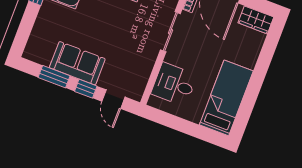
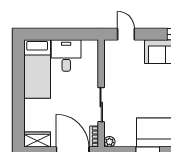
desk: (174, 84) -> (66, 55), moved, turned -90
window: (86, 89) -> (151, 34), removed

